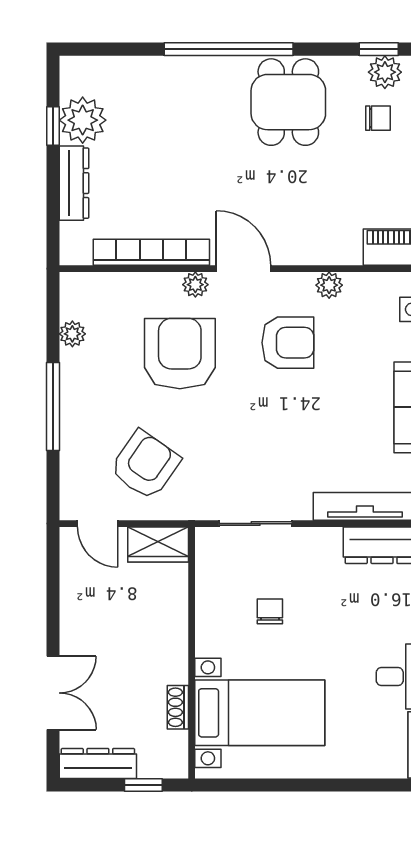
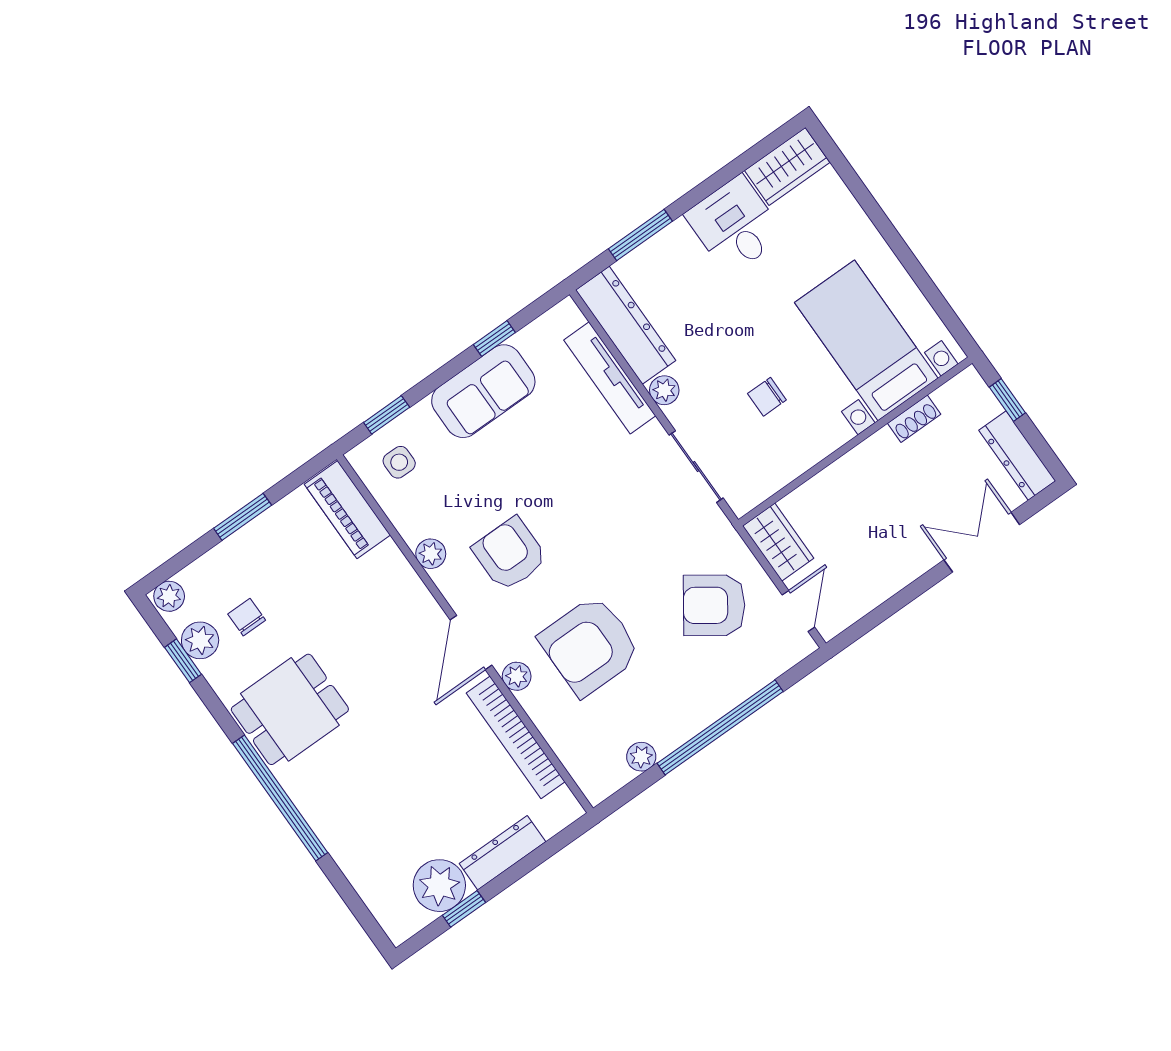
window: (53, 406) -> (720, 727), width x1.46
plant: (328, 540) -> (664, 390), added

